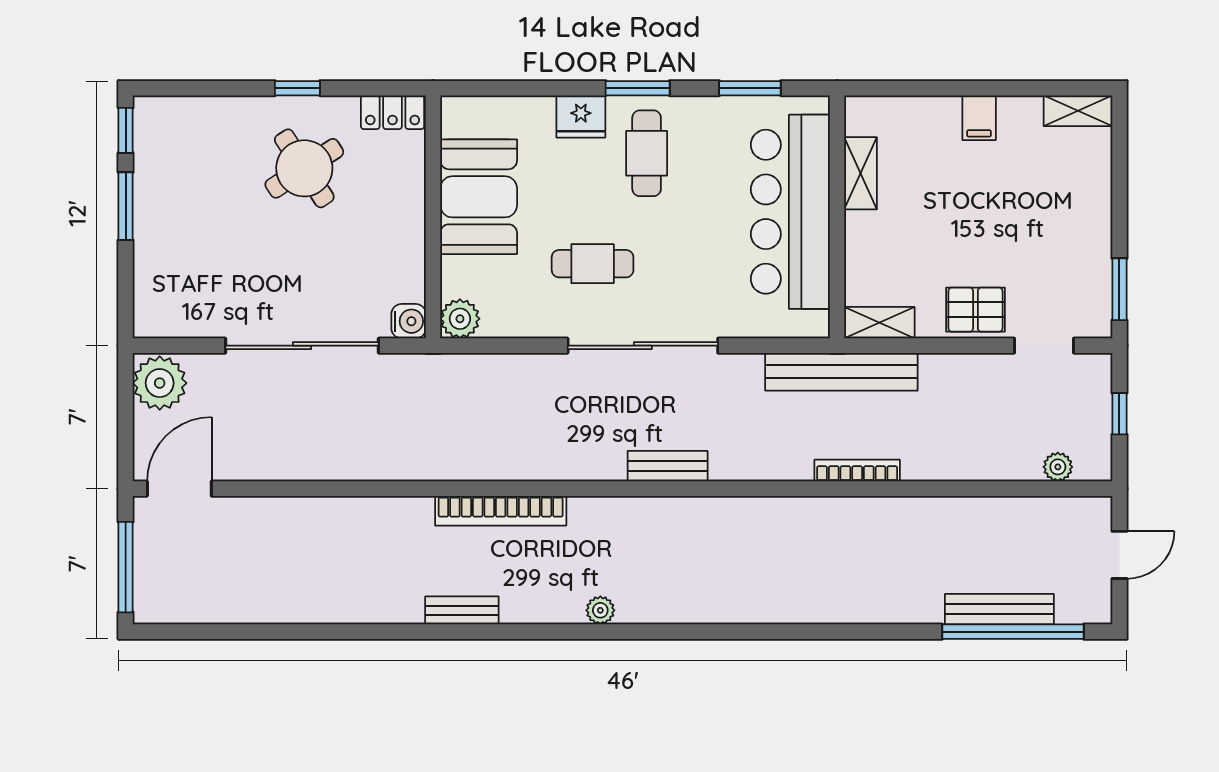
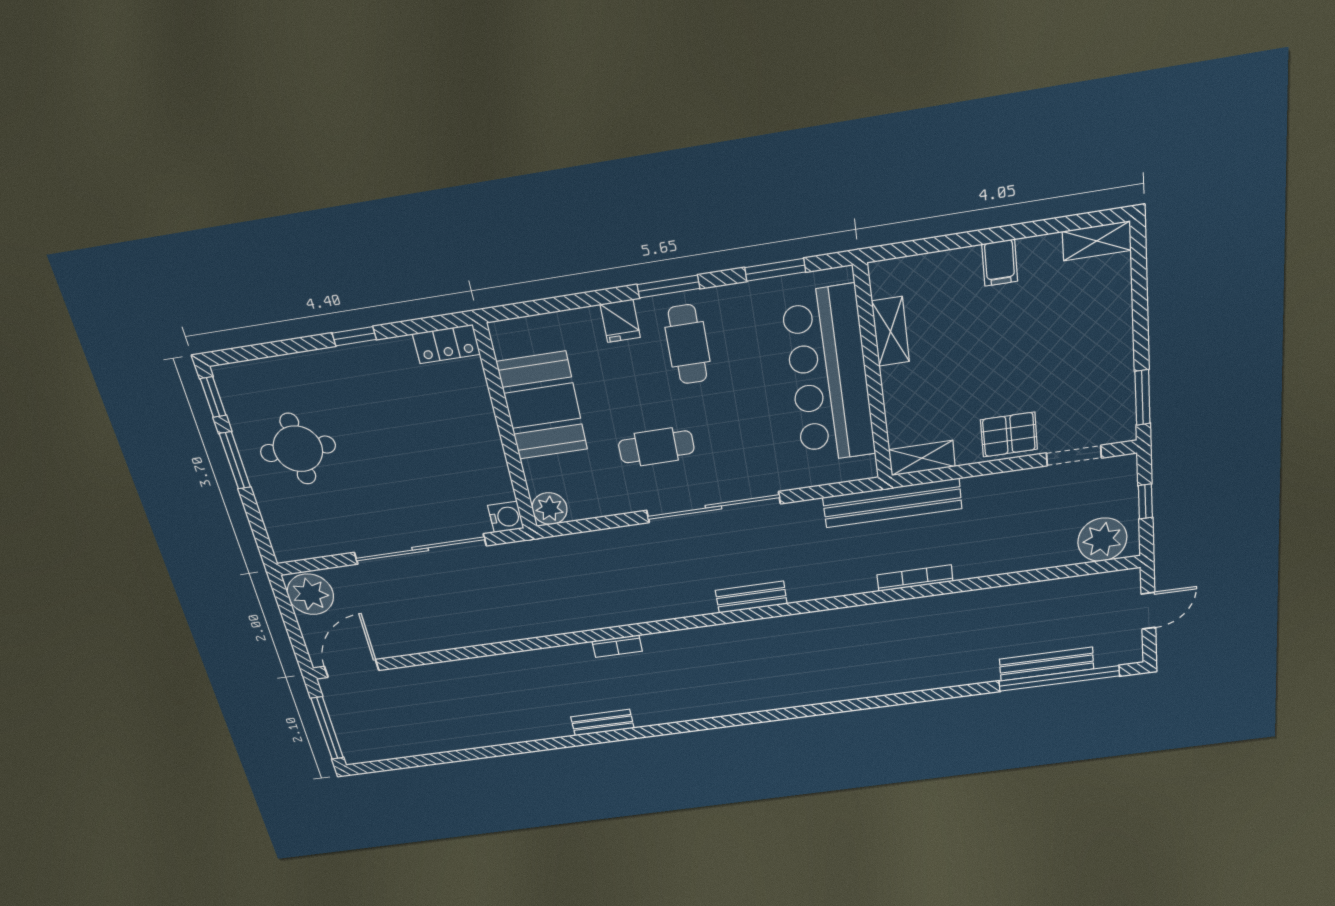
fridge: (581, 116) -> (620, 321), width x0.72
round table: (304, 168) -> (298, 449), moved, turned 33
plant: (1058, 467) -> (1102, 540), width x1.88, depth x1.88
bookcase: (501, 511) -> (617, 646), width x0.43, depth x0.76
plant: (600, 610) -> (714, 708), removed

